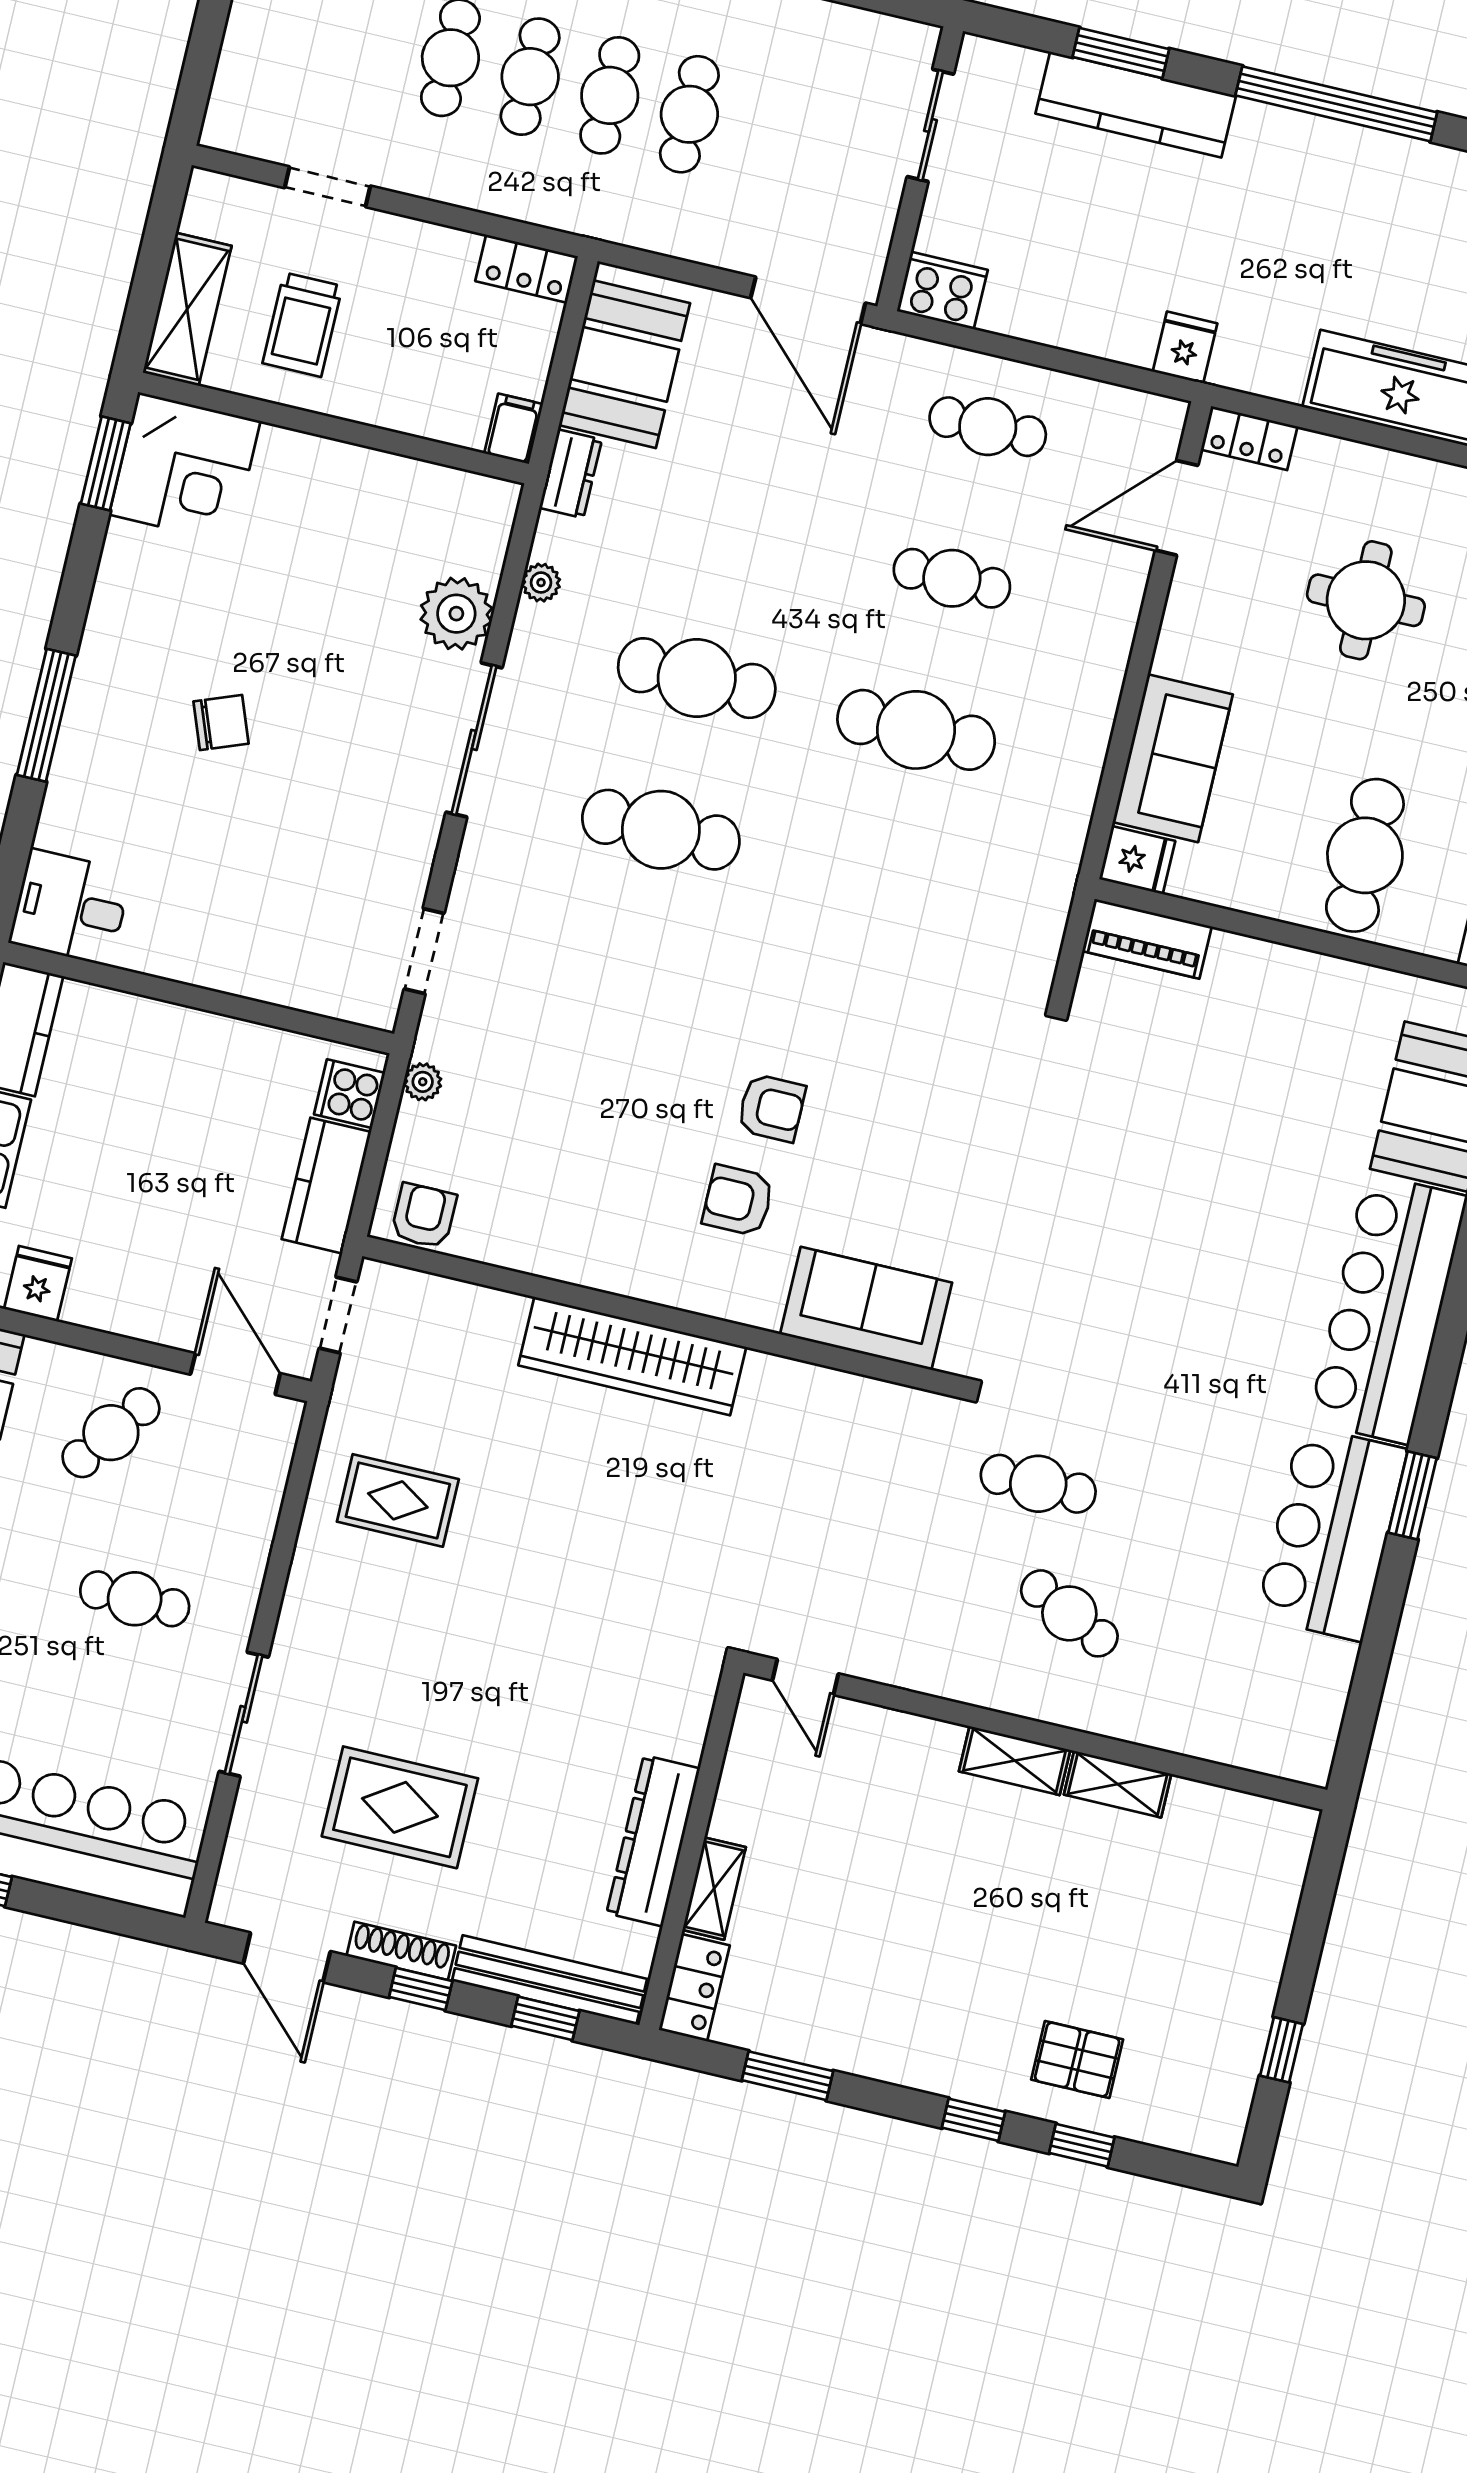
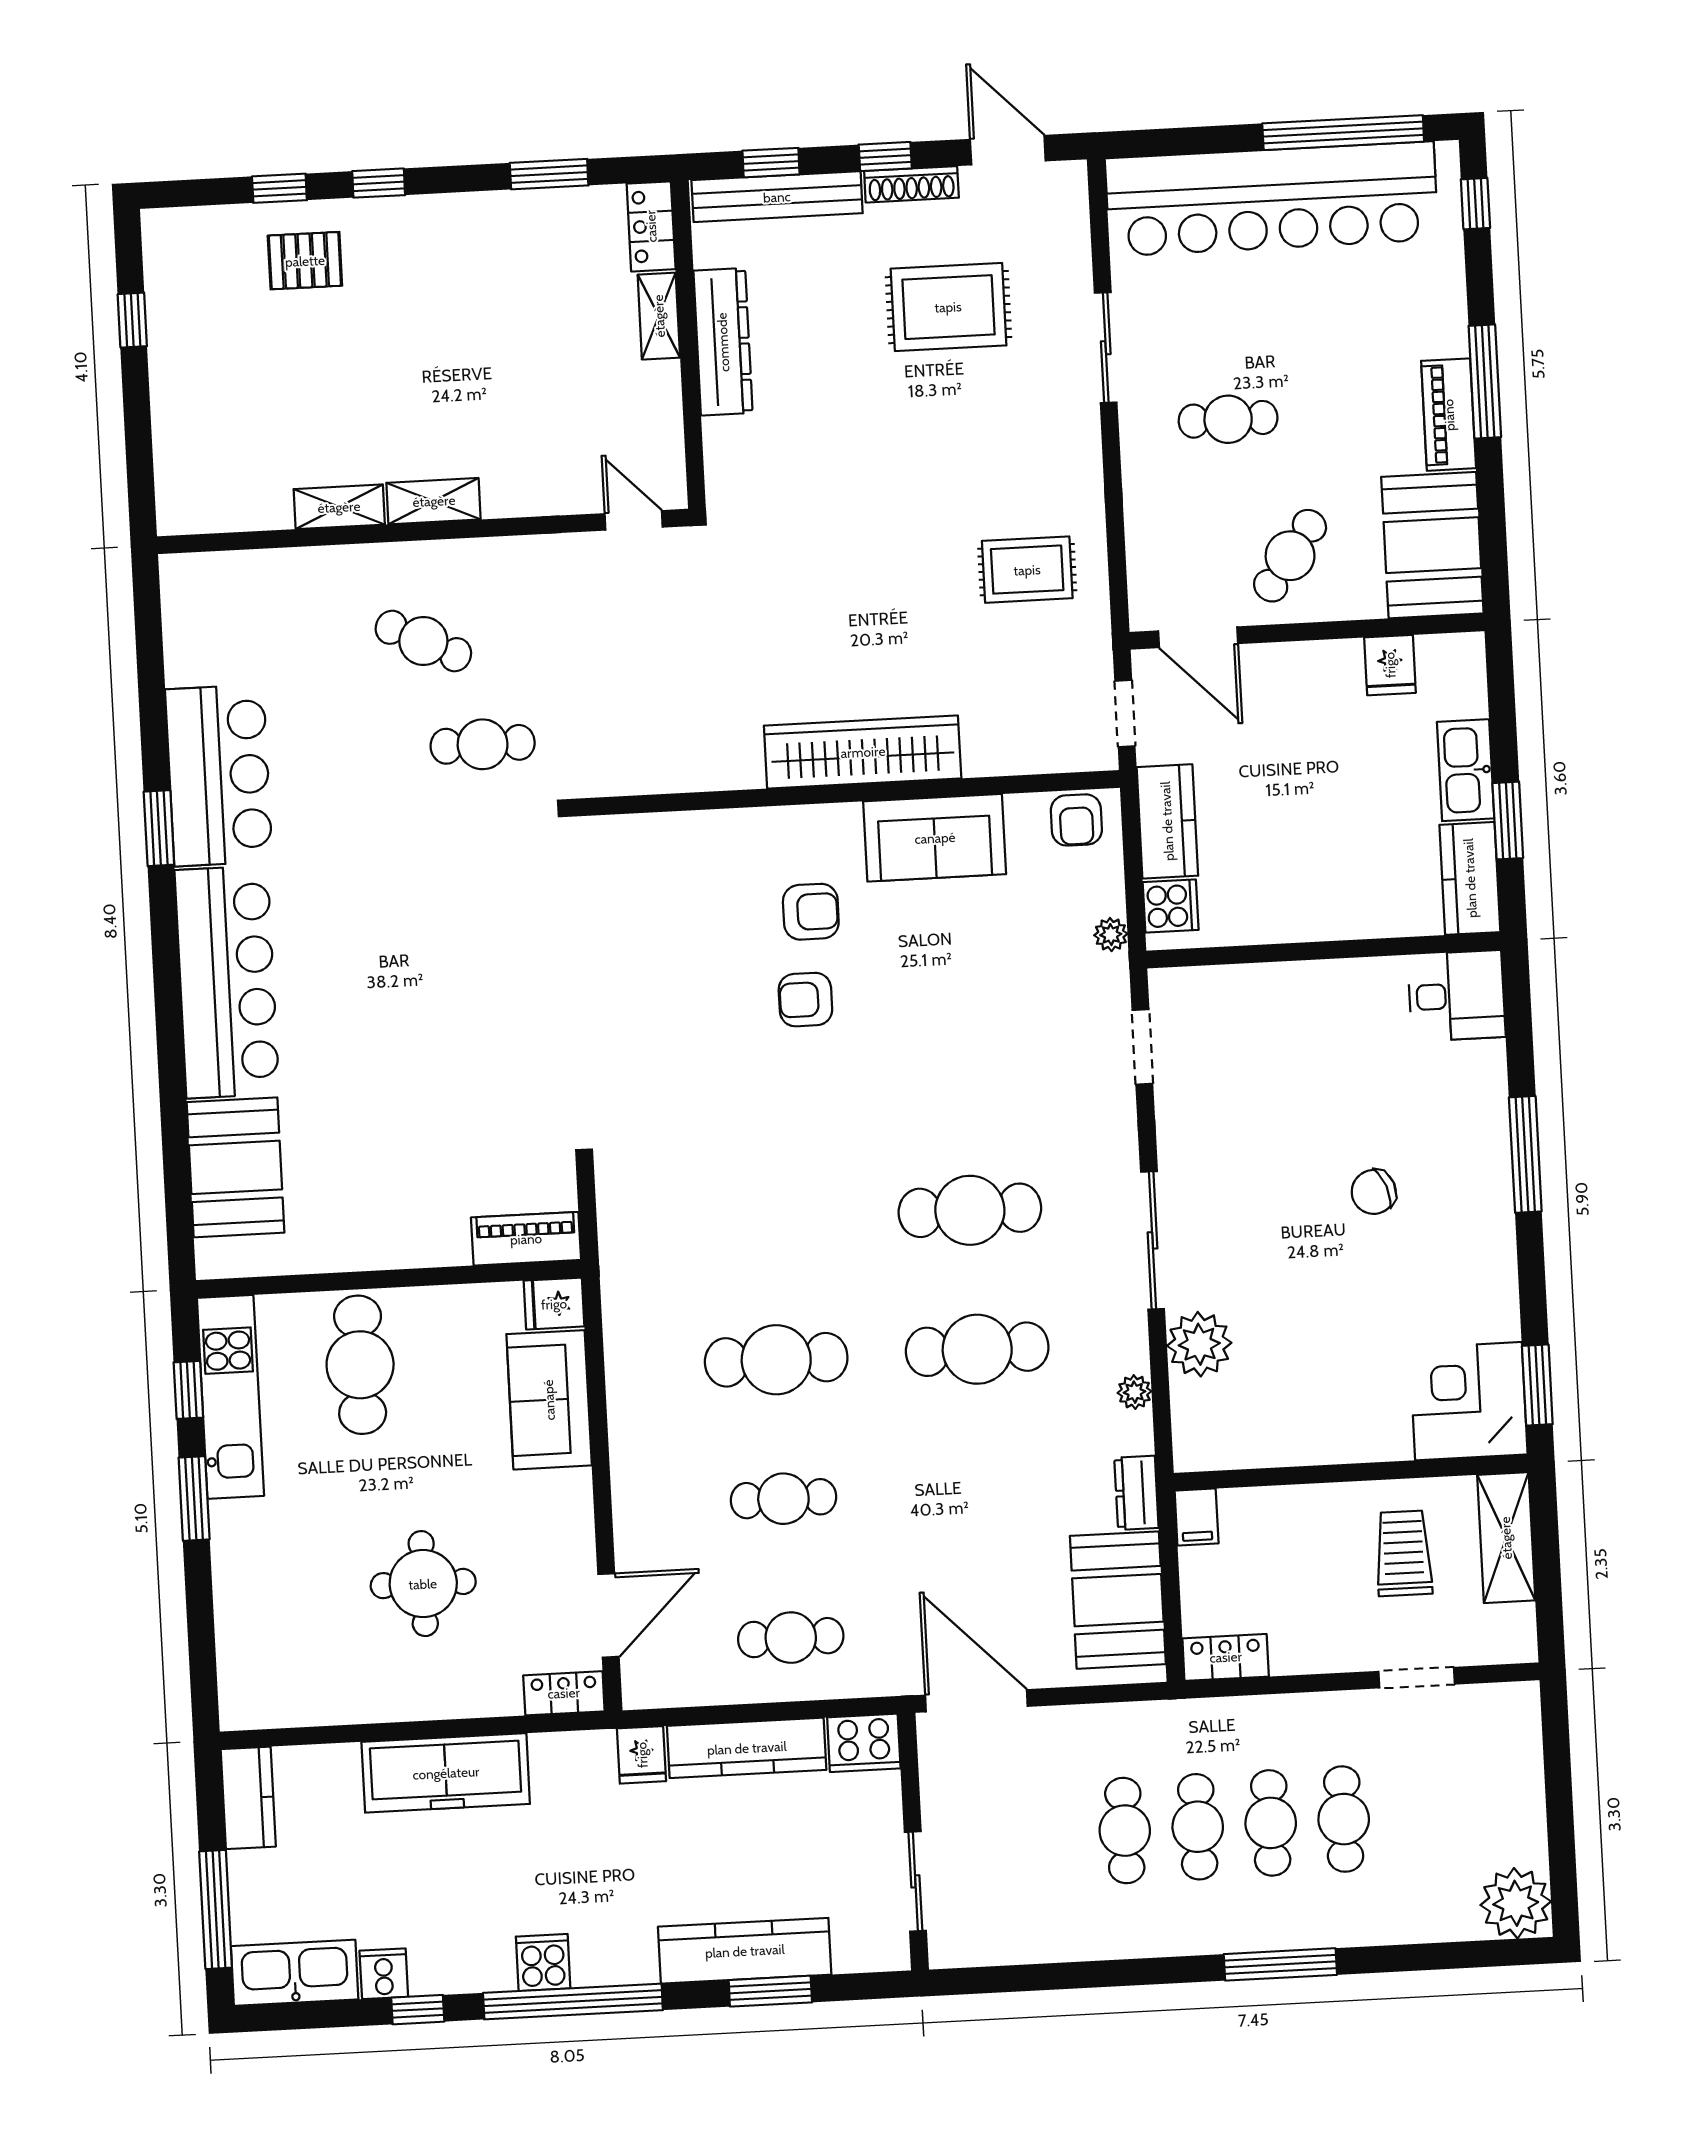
cooker: (1356, 155) -> (543, 1962), added
kitchen counter: (1070, 322) -> (747, 1748), added
sofa: (866, 1308) -> (935, 838), moved

